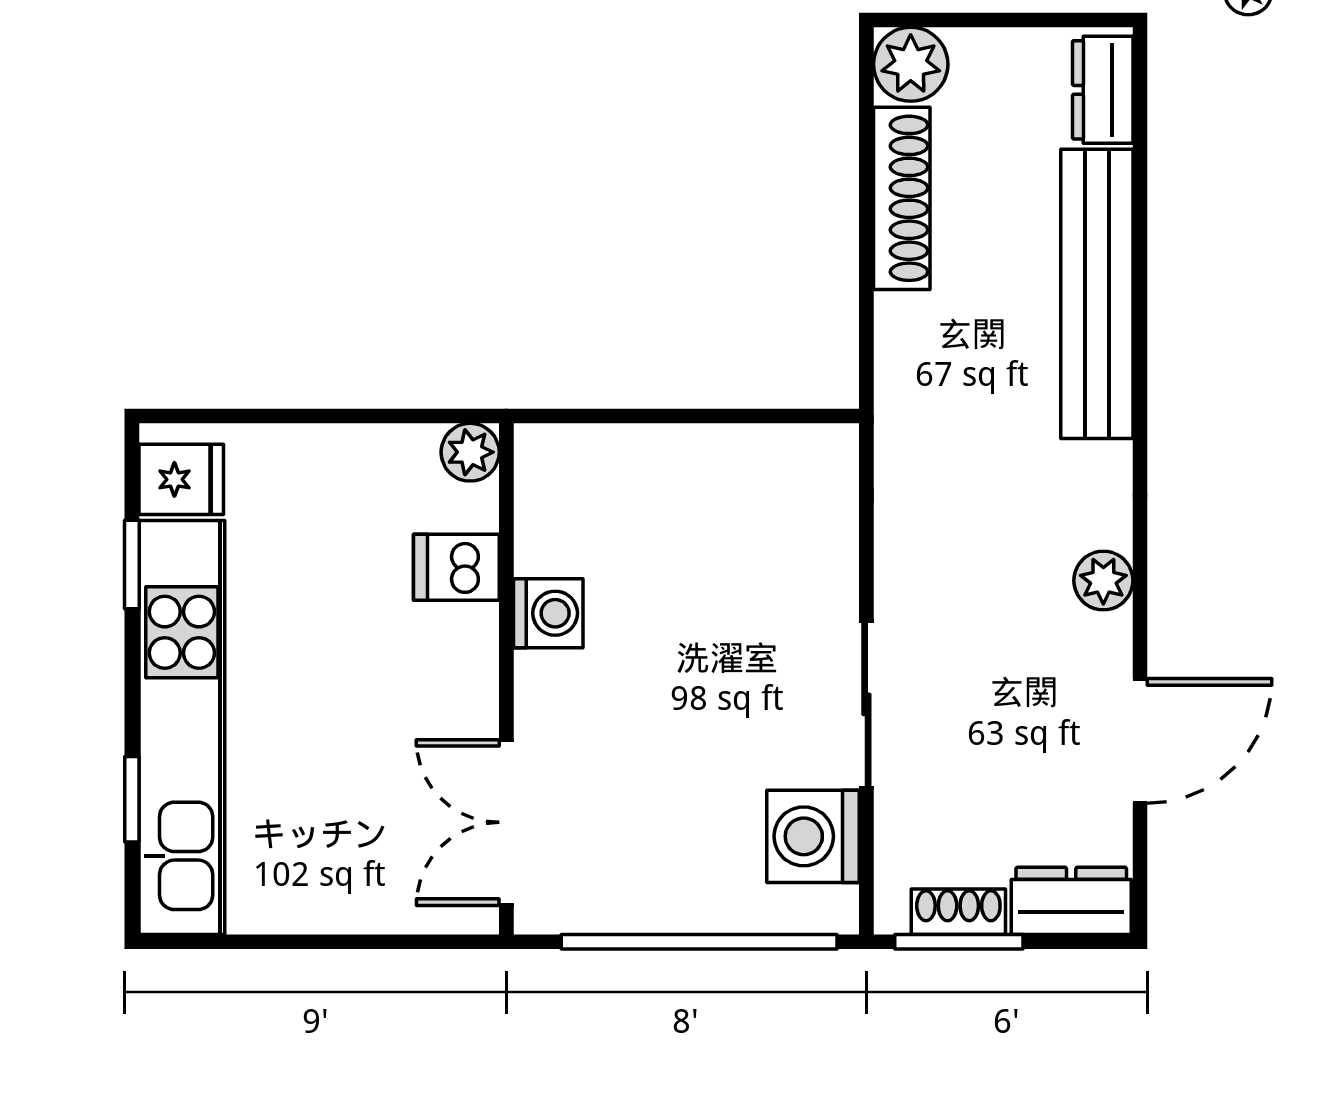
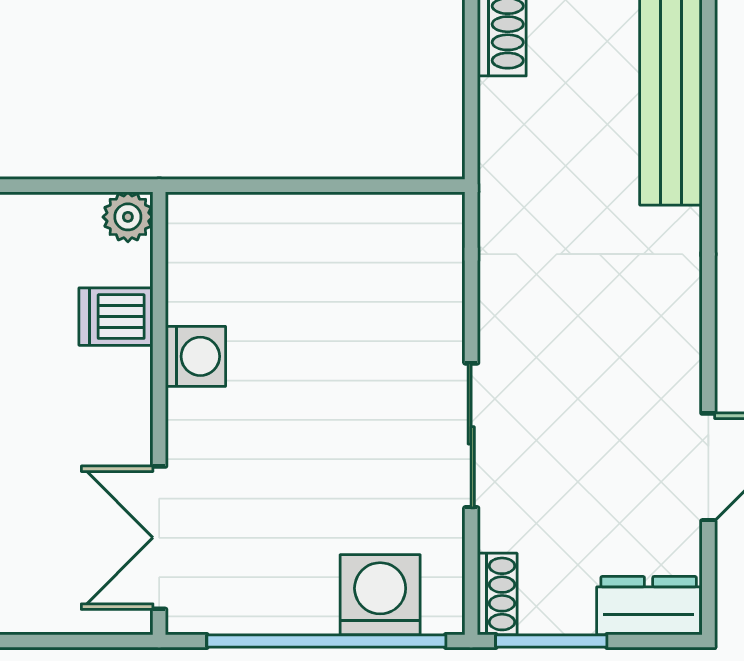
plant: (1103, 581) -> (676, 328), removed
washing machine: (813, 836) -> (380, 595), moved, turned 90
shoe rack: (958, 912) -> (497, 594), moved, turned 90

